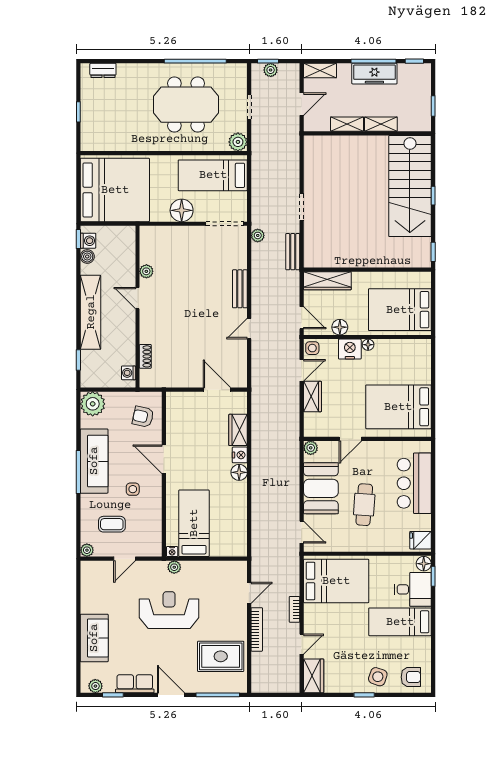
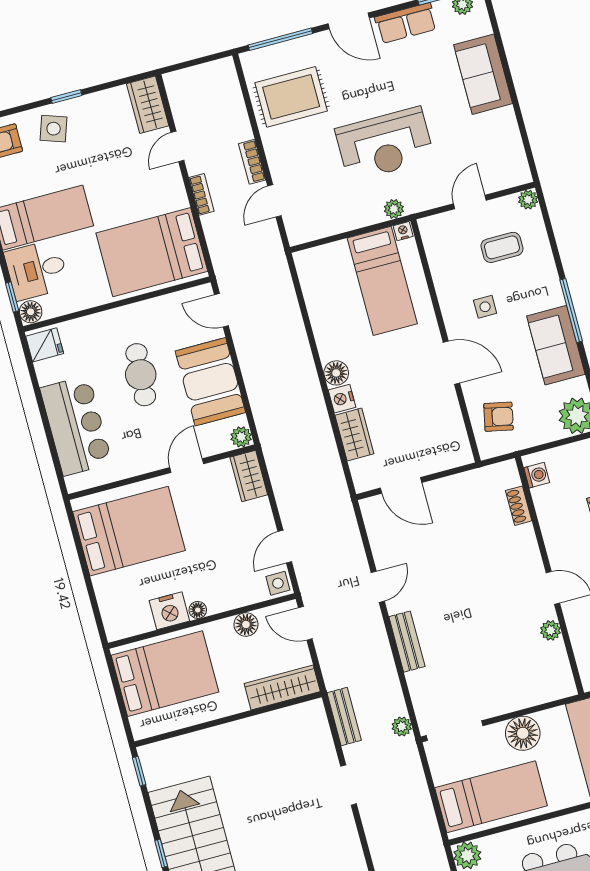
nightstand: (350, 349) -> (169, 611), moved
wardrobe: (313, 397) -> (249, 476), moved
sofa: (94, 461) -> (556, 345), width x0.73
bookcase: (257, 629) -> (252, 162), width x0.64

